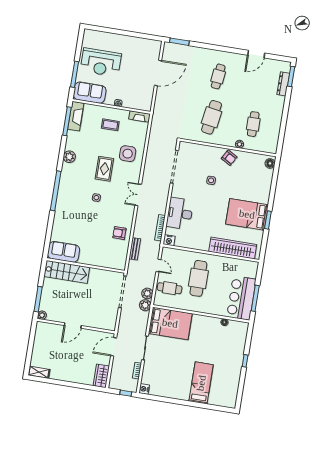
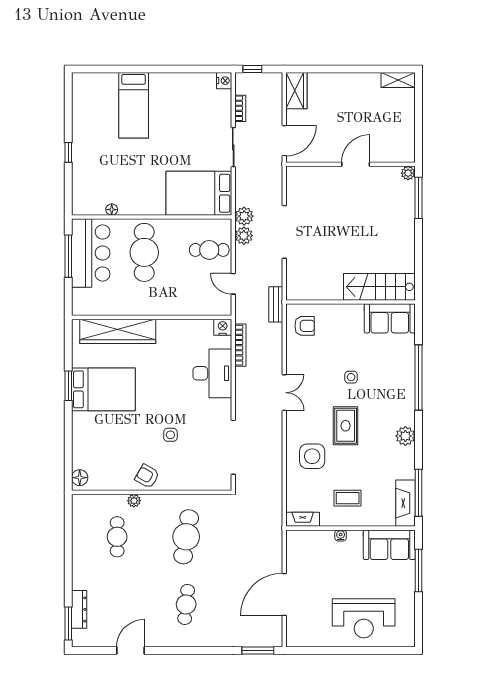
reception desk: (101, 62) -> (364, 618), moved, turned 180
sofa: (64, 252) -> (390, 318), moved
wall: (86, 266) -> (351, 302), moved
stairs: (67, 272) -> (379, 287), moved
cafe table: (198, 278) -> (144, 252), moved

